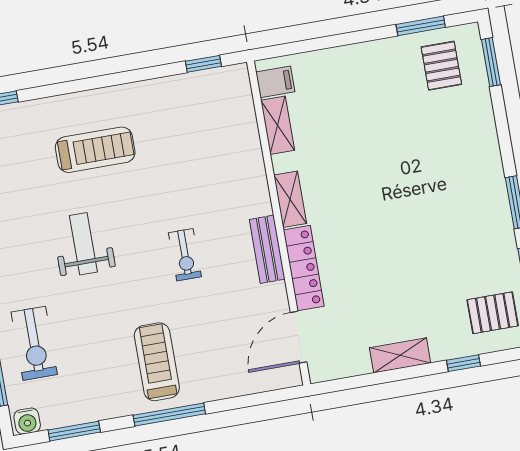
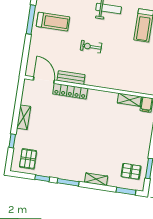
shelving: (290, 199) -> (96, 179), moved
bench: (267, 249) -> (71, 78), moved

